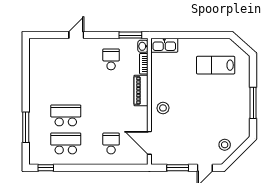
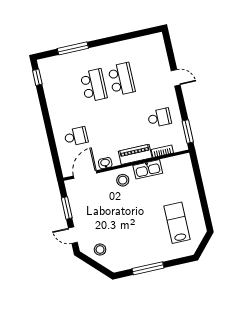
kitchen sink: (164, 45) -> (148, 169), moved, turned -90
washbasin: (143, 46) -> (105, 163), moved
school desk: (66, 143) -> (121, 79), moved

